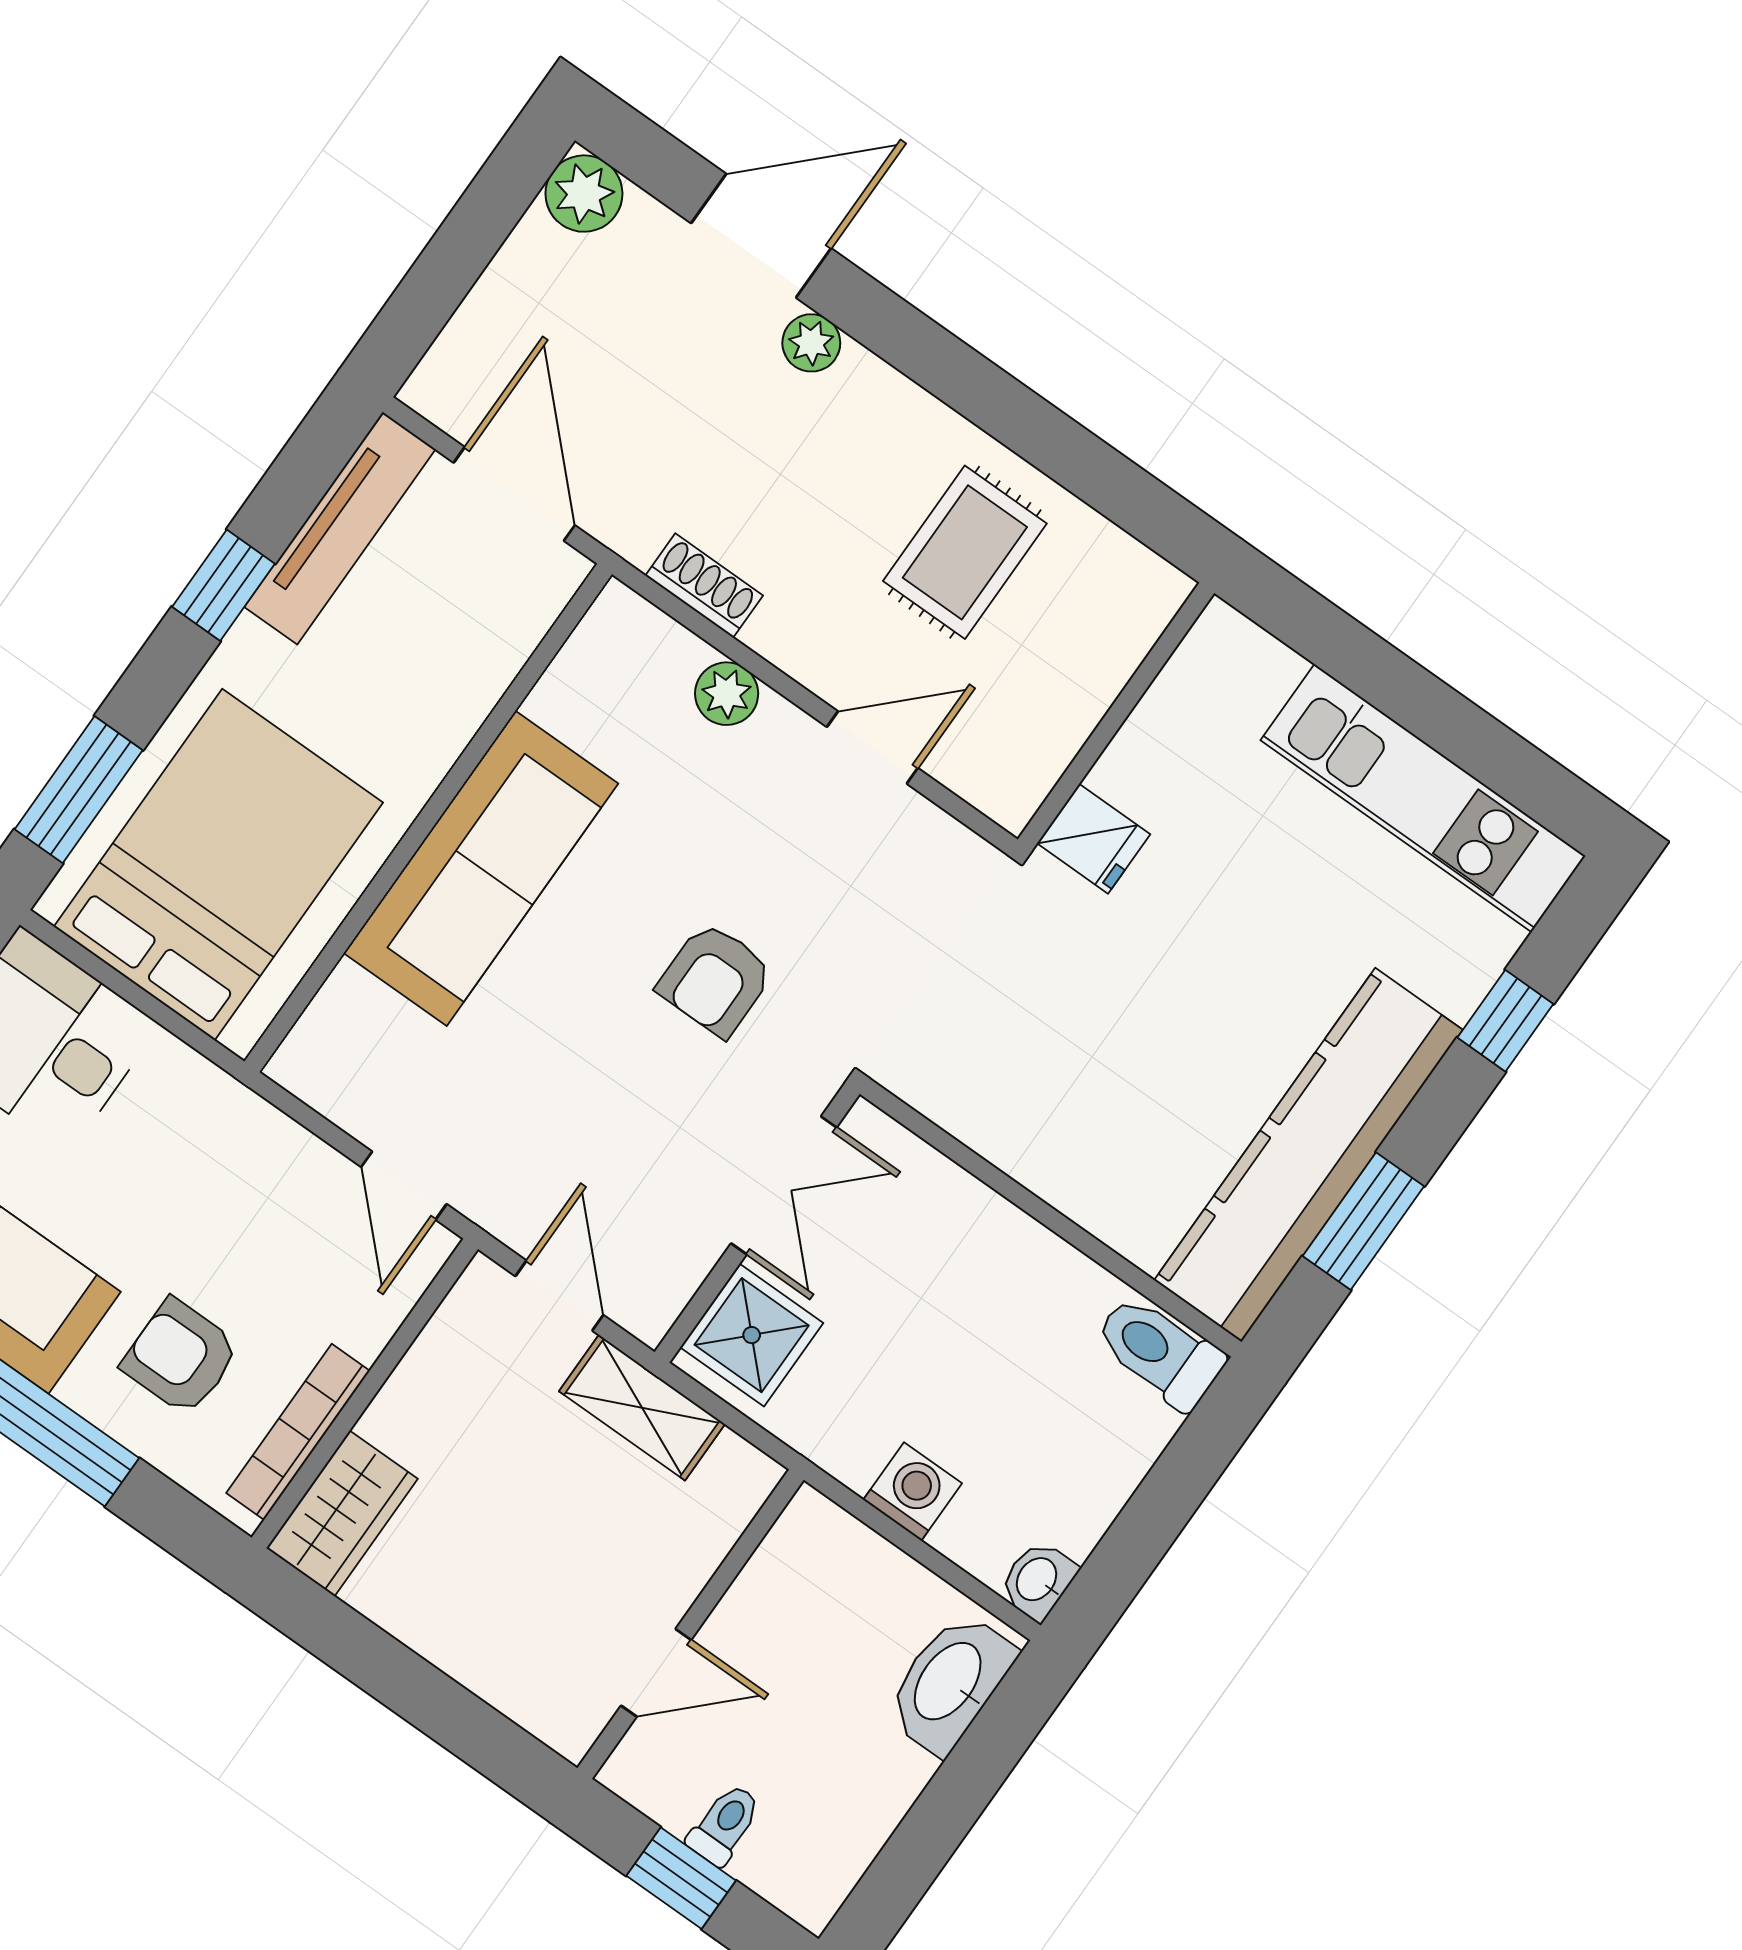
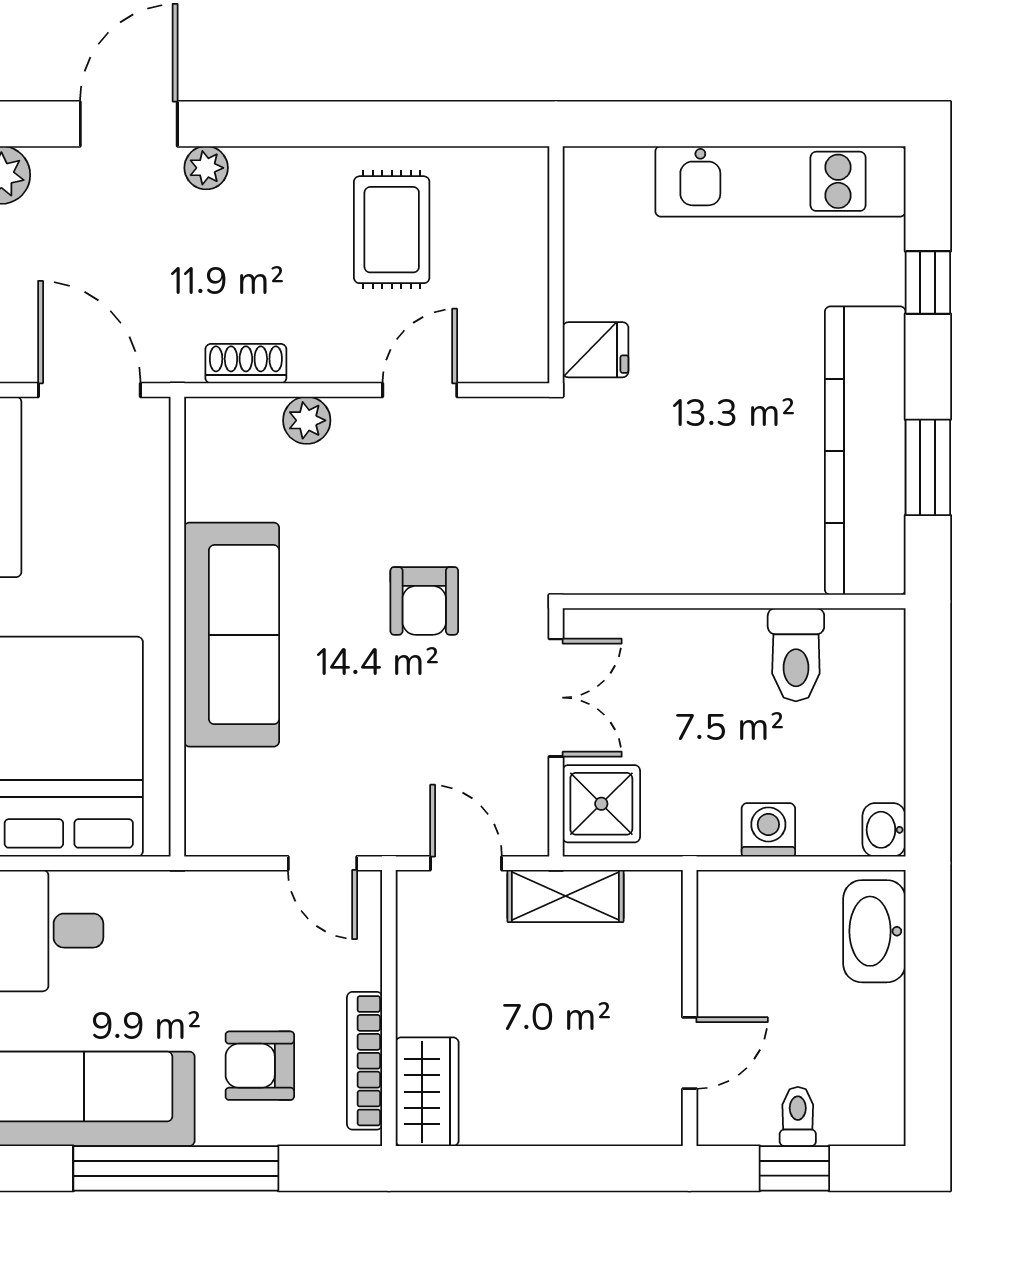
toilet: (1159, 1352) -> (796, 655), moved, turned -90

